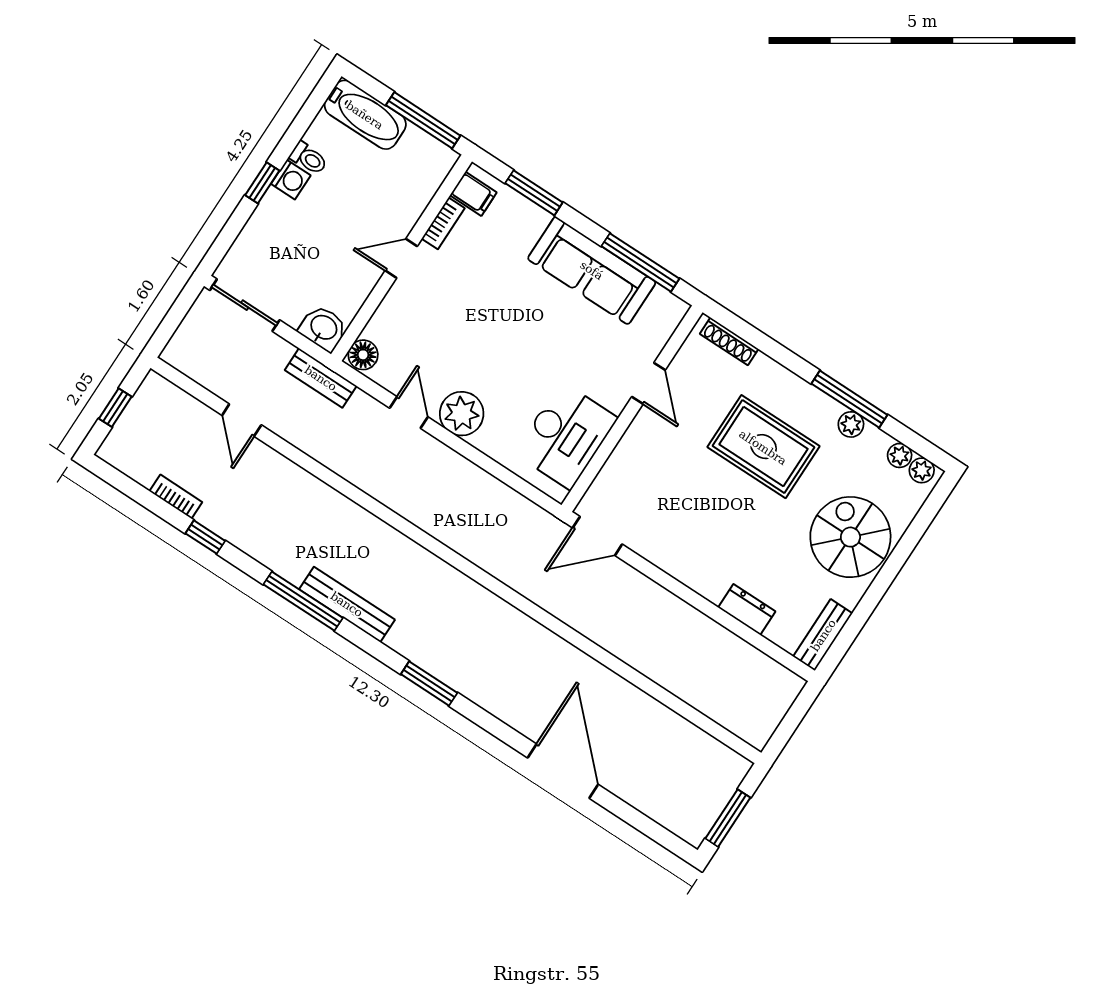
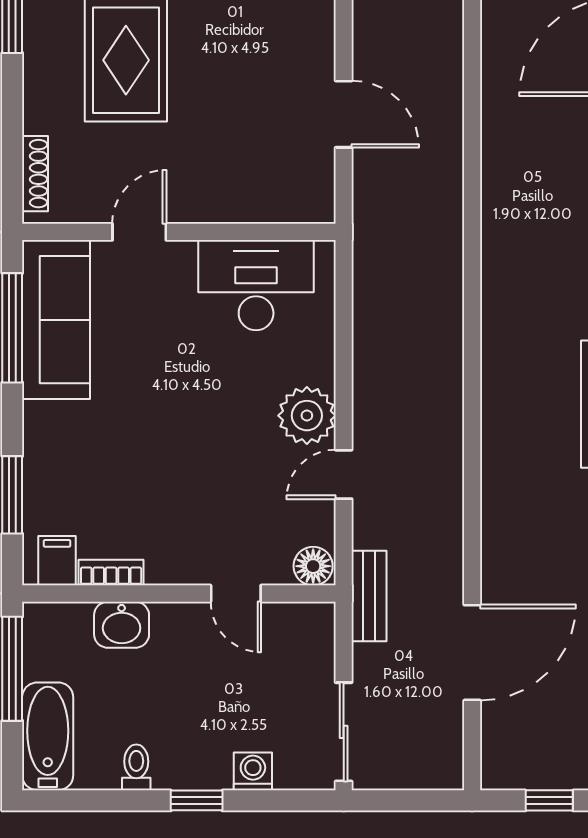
washing machine: (291, 180) -> (253, 771), moved
door: (401, 258) -> (236, 594), moved
sofa: (592, 270) -> (56, 320), moved
washbasin: (323, 328) -> (122, 625), moved, turned -90
door: (242, 420) -> (472, 653), width x1.88
door: (597, 536) -> (344, 114), moved

